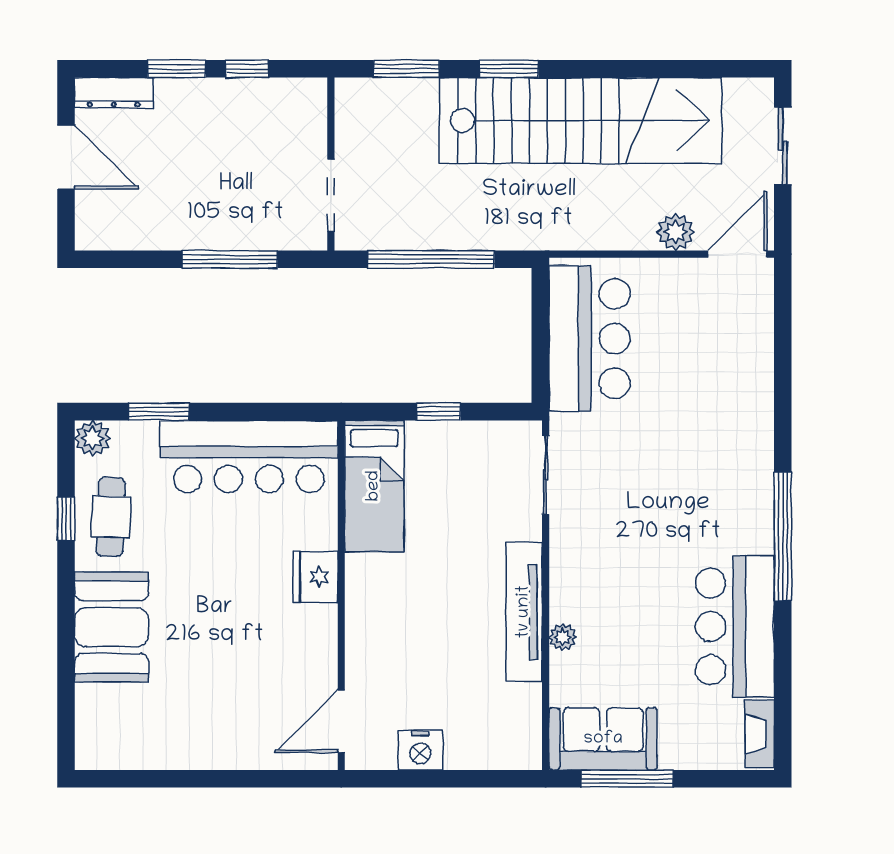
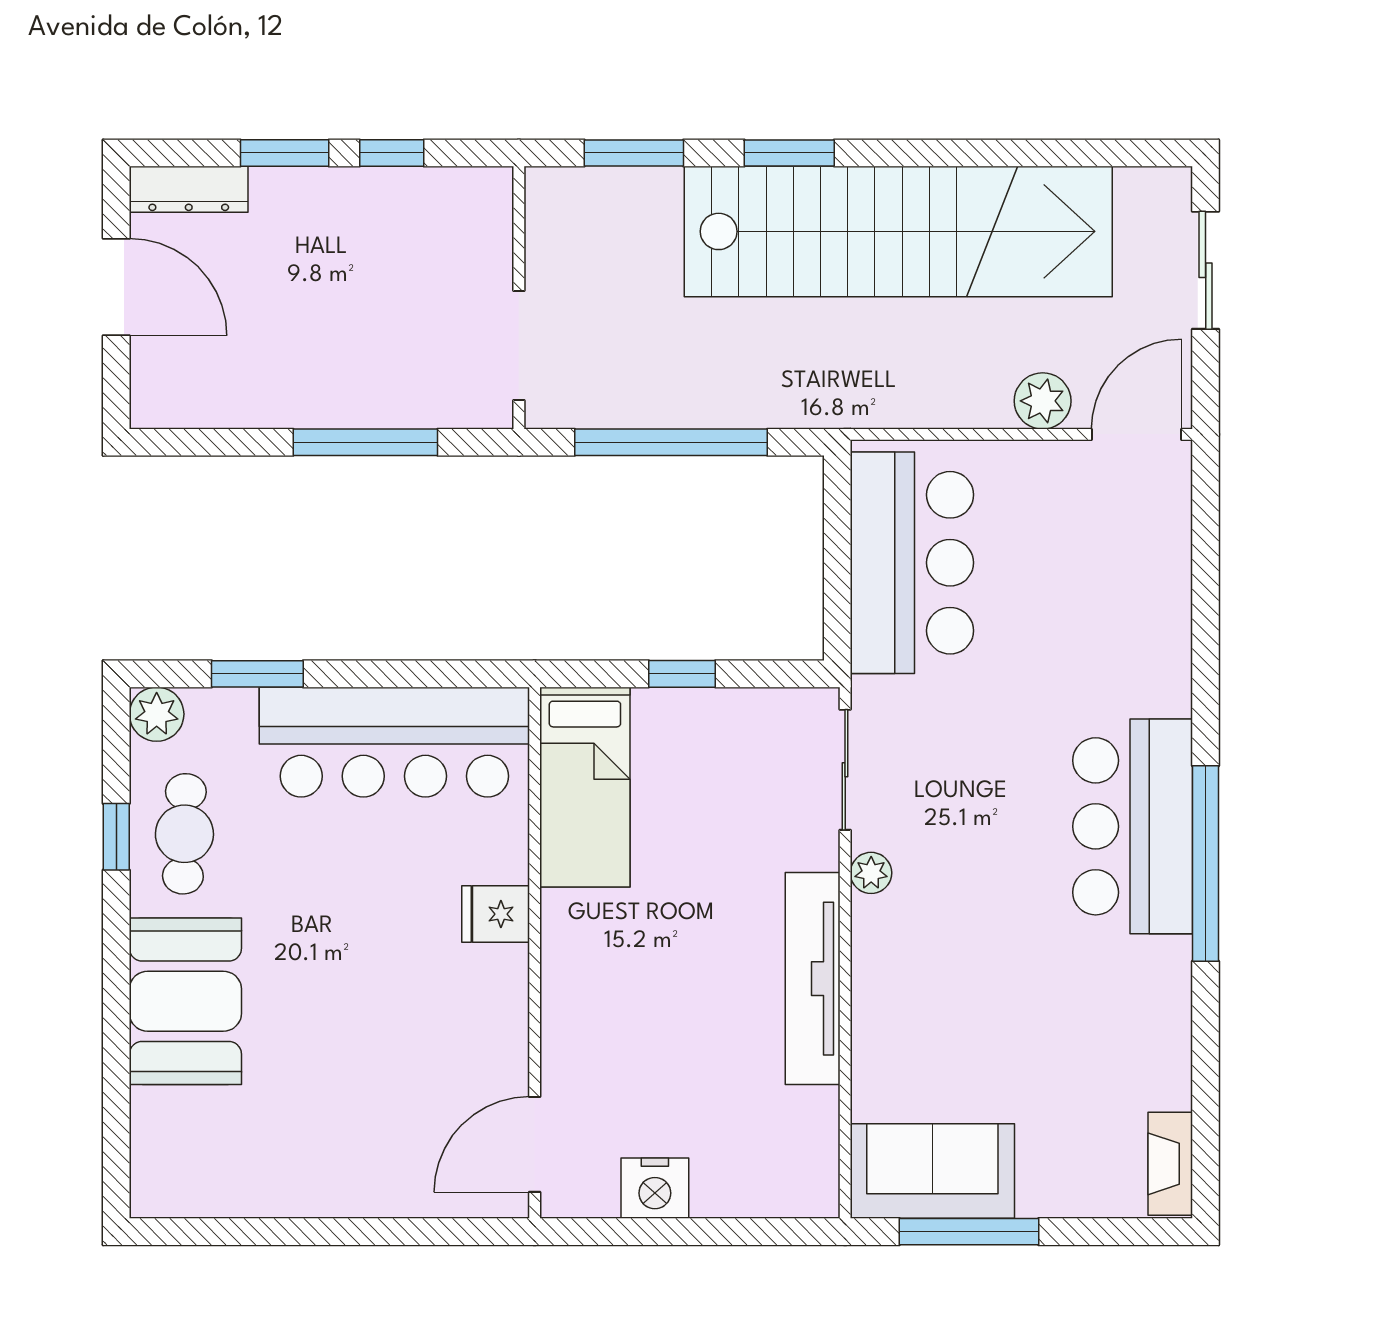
fridge: (316, 577) -> (496, 914), width x0.72
bar counter: (735, 626) -> (1133, 826), moved
plant: (563, 637) -> (871, 873), moved

